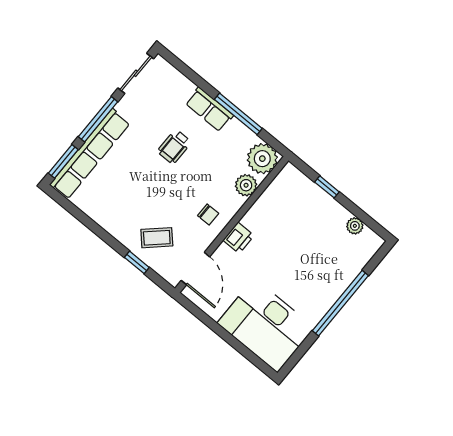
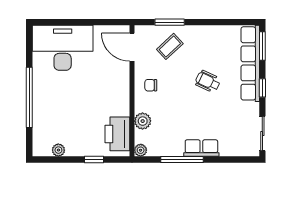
window: (98, 119) -> (262, 88), width x0.46
wheelchair: (174, 147) -> (208, 81), moved, turned -65
plant: (262, 159) -> (141, 150), width x0.53, depth x0.53
printer: (239, 238) -> (117, 134), moved, width x1.87, depth x1.48
window: (137, 262) -> (170, 22), width x1.50

